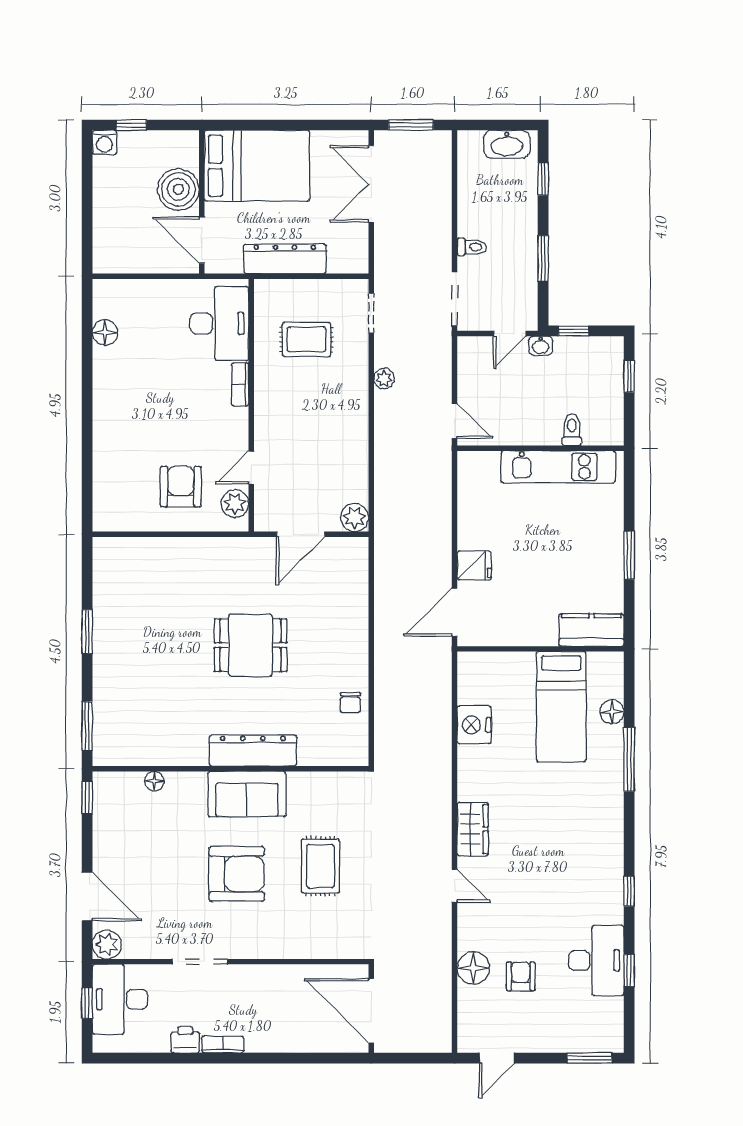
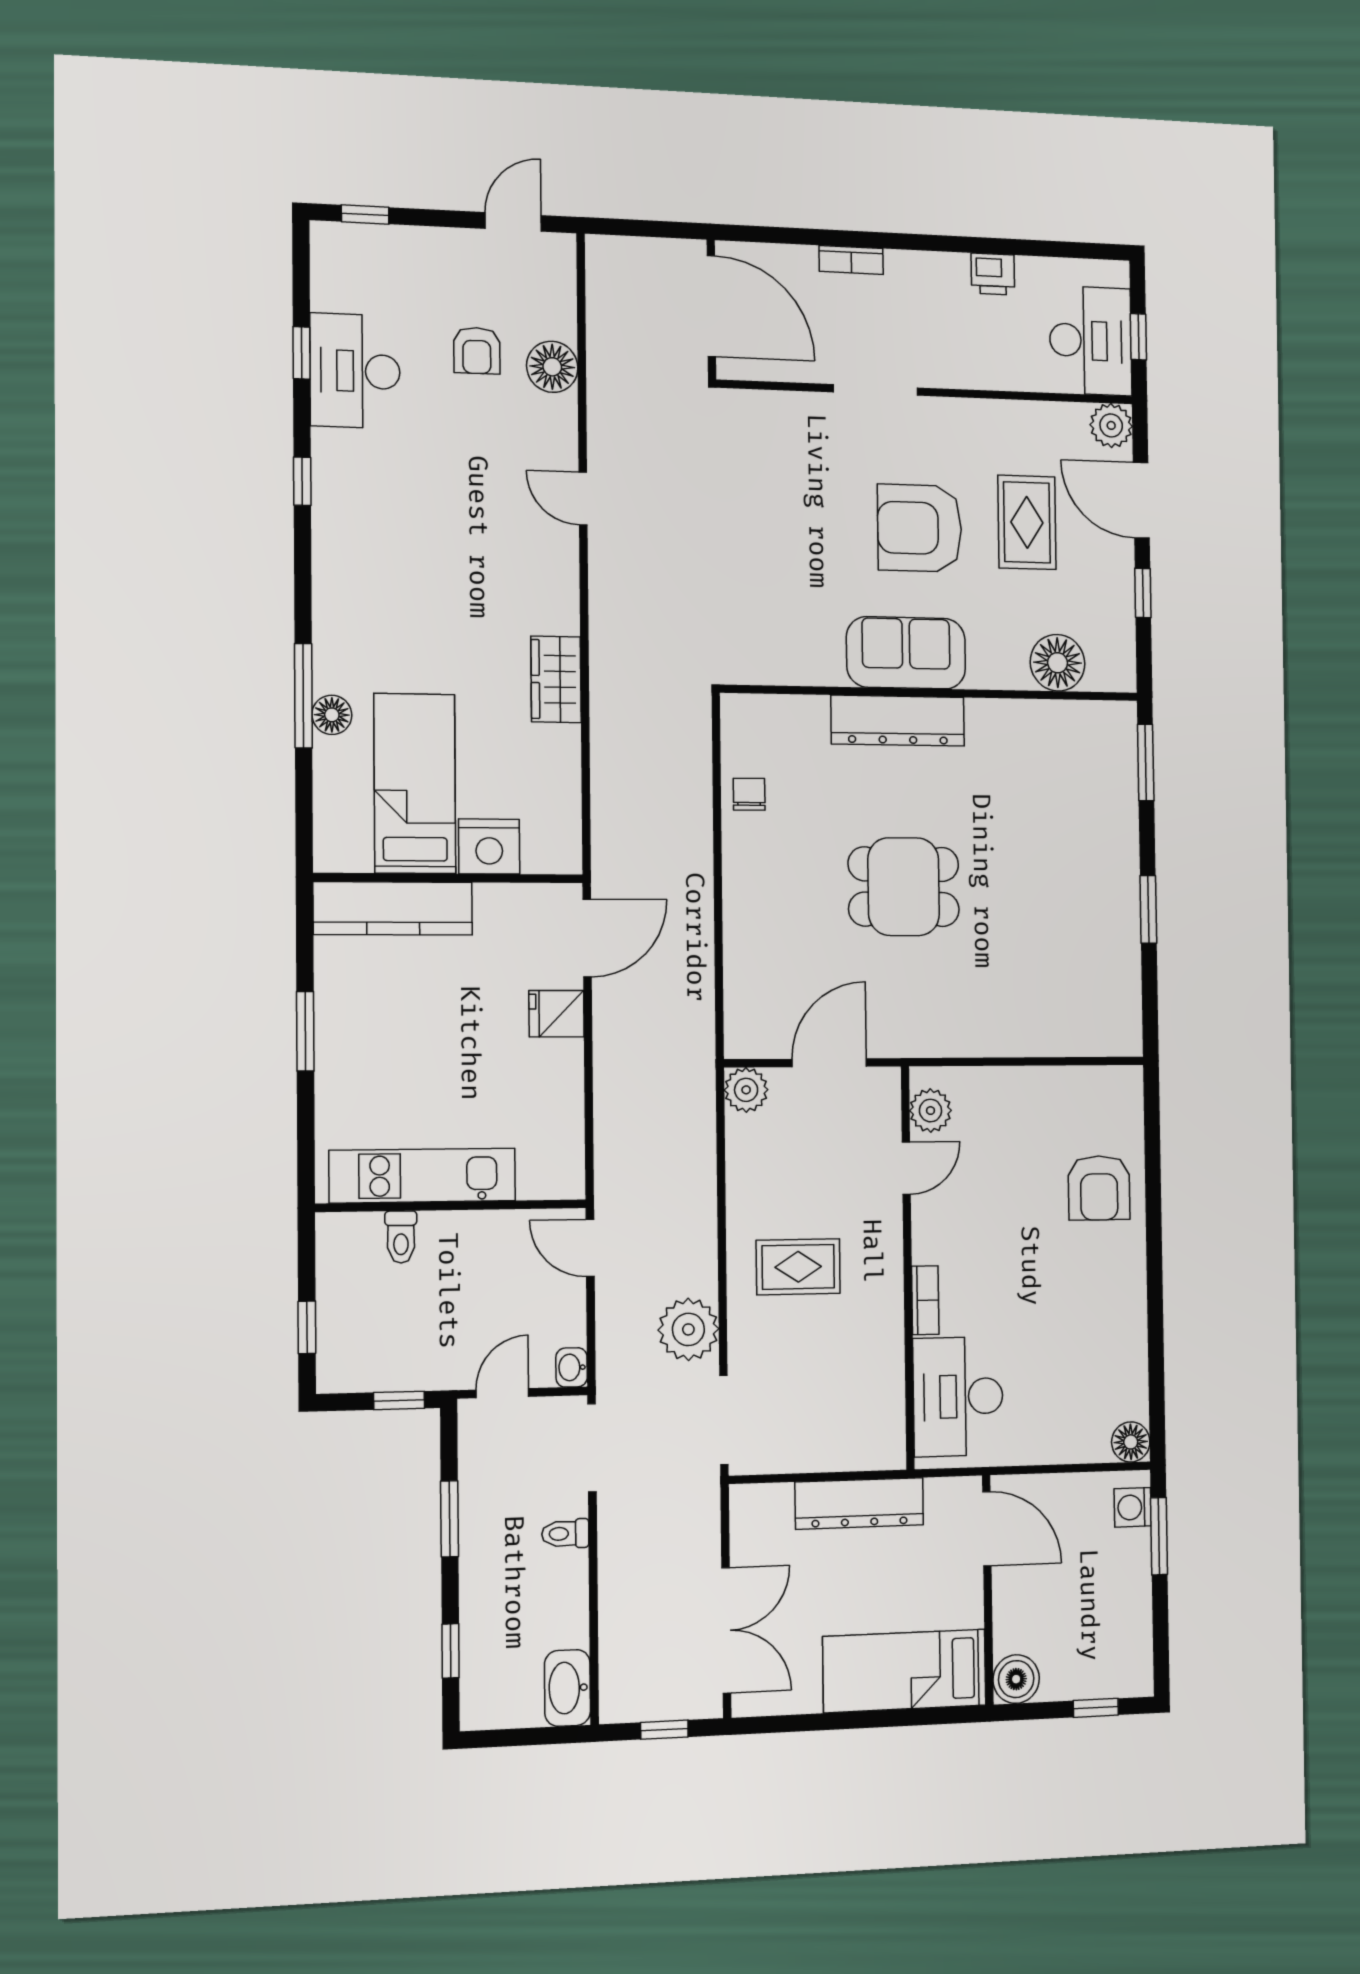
window: (411, 125) -> (664, 1730), width x0.67
washing machine: (104, 142) -> (1133, 1507), moved, turned -90
washbasin: (507, 144) -> (567, 1688), moved, turned -90
bed: (257, 166) -> (904, 1671), width x0.67
boiler: (178, 189) -> (1016, 1679), moved, width x0.73, depth x0.73
window: (87, 231) -> (1159, 1536), added
doorway: (371, 313) -> (724, 1420), width x1.38
floor lamp: (105, 333) -> (1131, 1442), moved
rug: (306, 340) -> (798, 1267), moved
washbasin: (541, 346) -> (572, 1367), moved, turned -90
plant: (384, 379) -> (688, 1329), width x1.88, depth x1.88
armchair: (181, 487) -> (1099, 1188), moved
kitchen counter: (591, 630) -> (393, 908), width x1.50
floor lamp: (612, 712) -> (332, 715), moved
nightstand: (474, 725) -> (489, 846), moved, turned 90
floor lamp: (154, 781) -> (1058, 663), width x1.89, depth x1.89
window: (87, 798) -> (1143, 593), moved
wardrobe: (473, 829) -> (556, 679), moved
rug: (320, 866) -> (1027, 522), moved
doorway: (200, 962) -> (876, 390), moved
bookcase: (223, 1044) -> (851, 260), moved
window: (590, 1058) -> (365, 214), width x0.67

